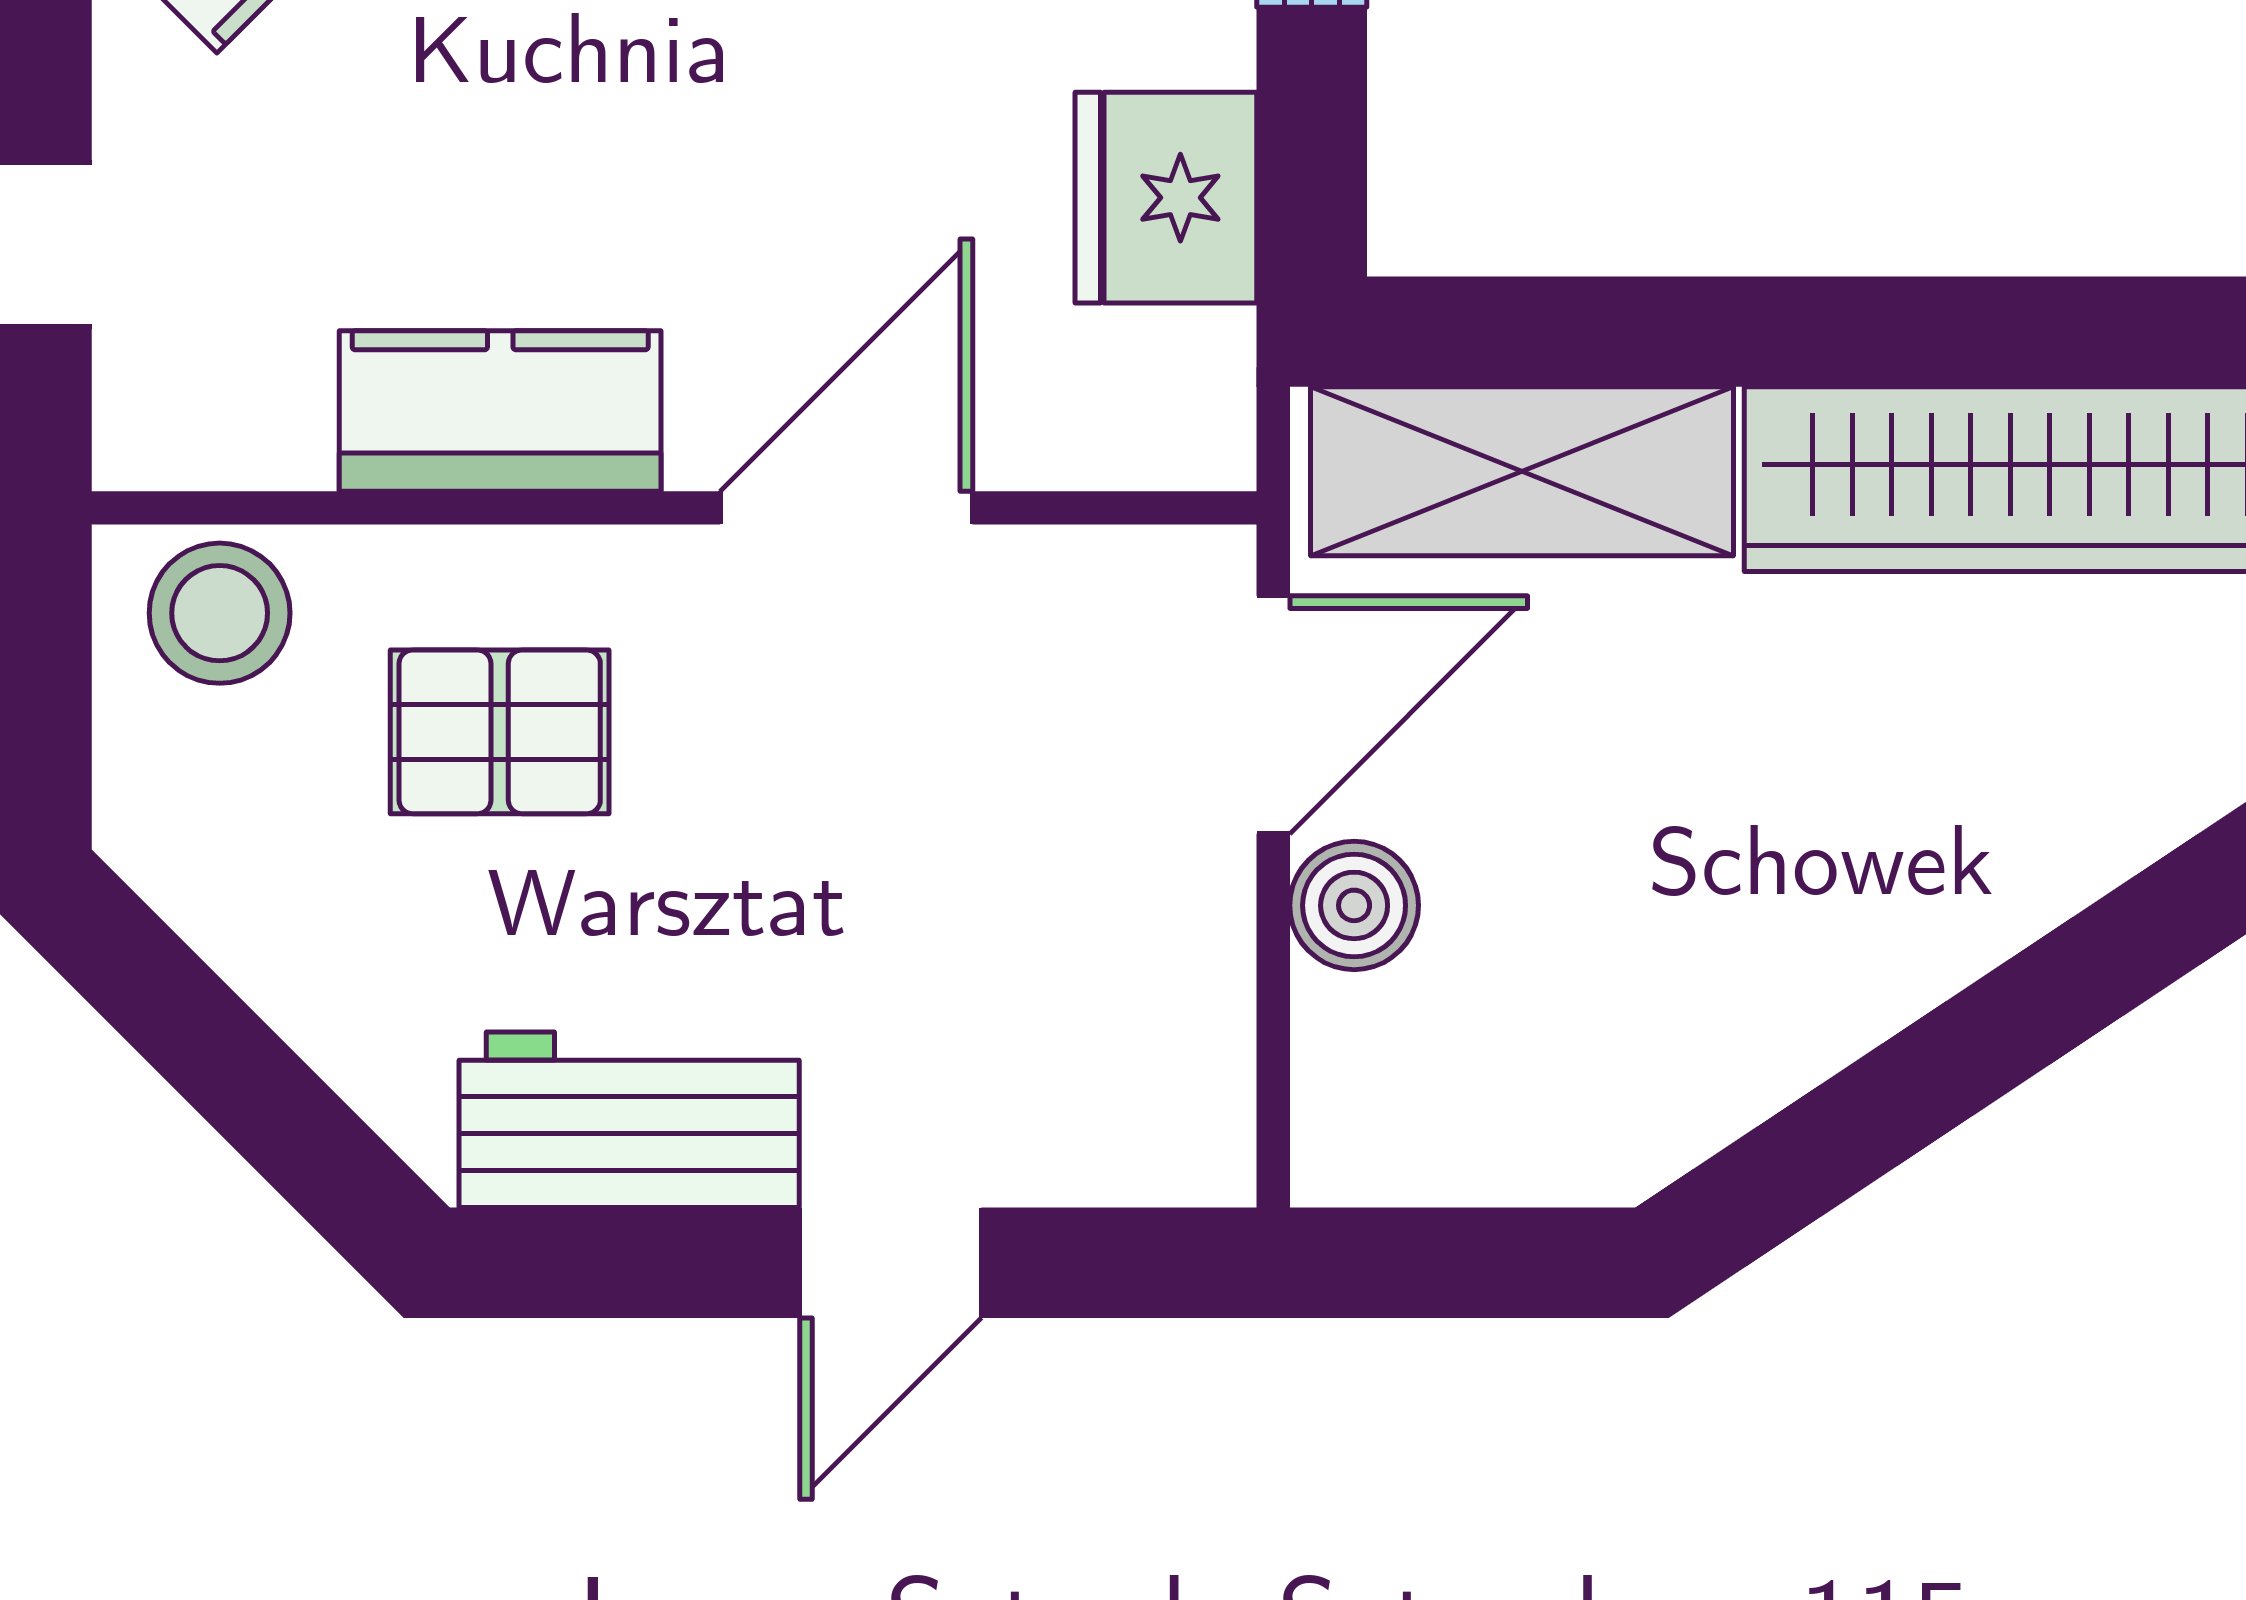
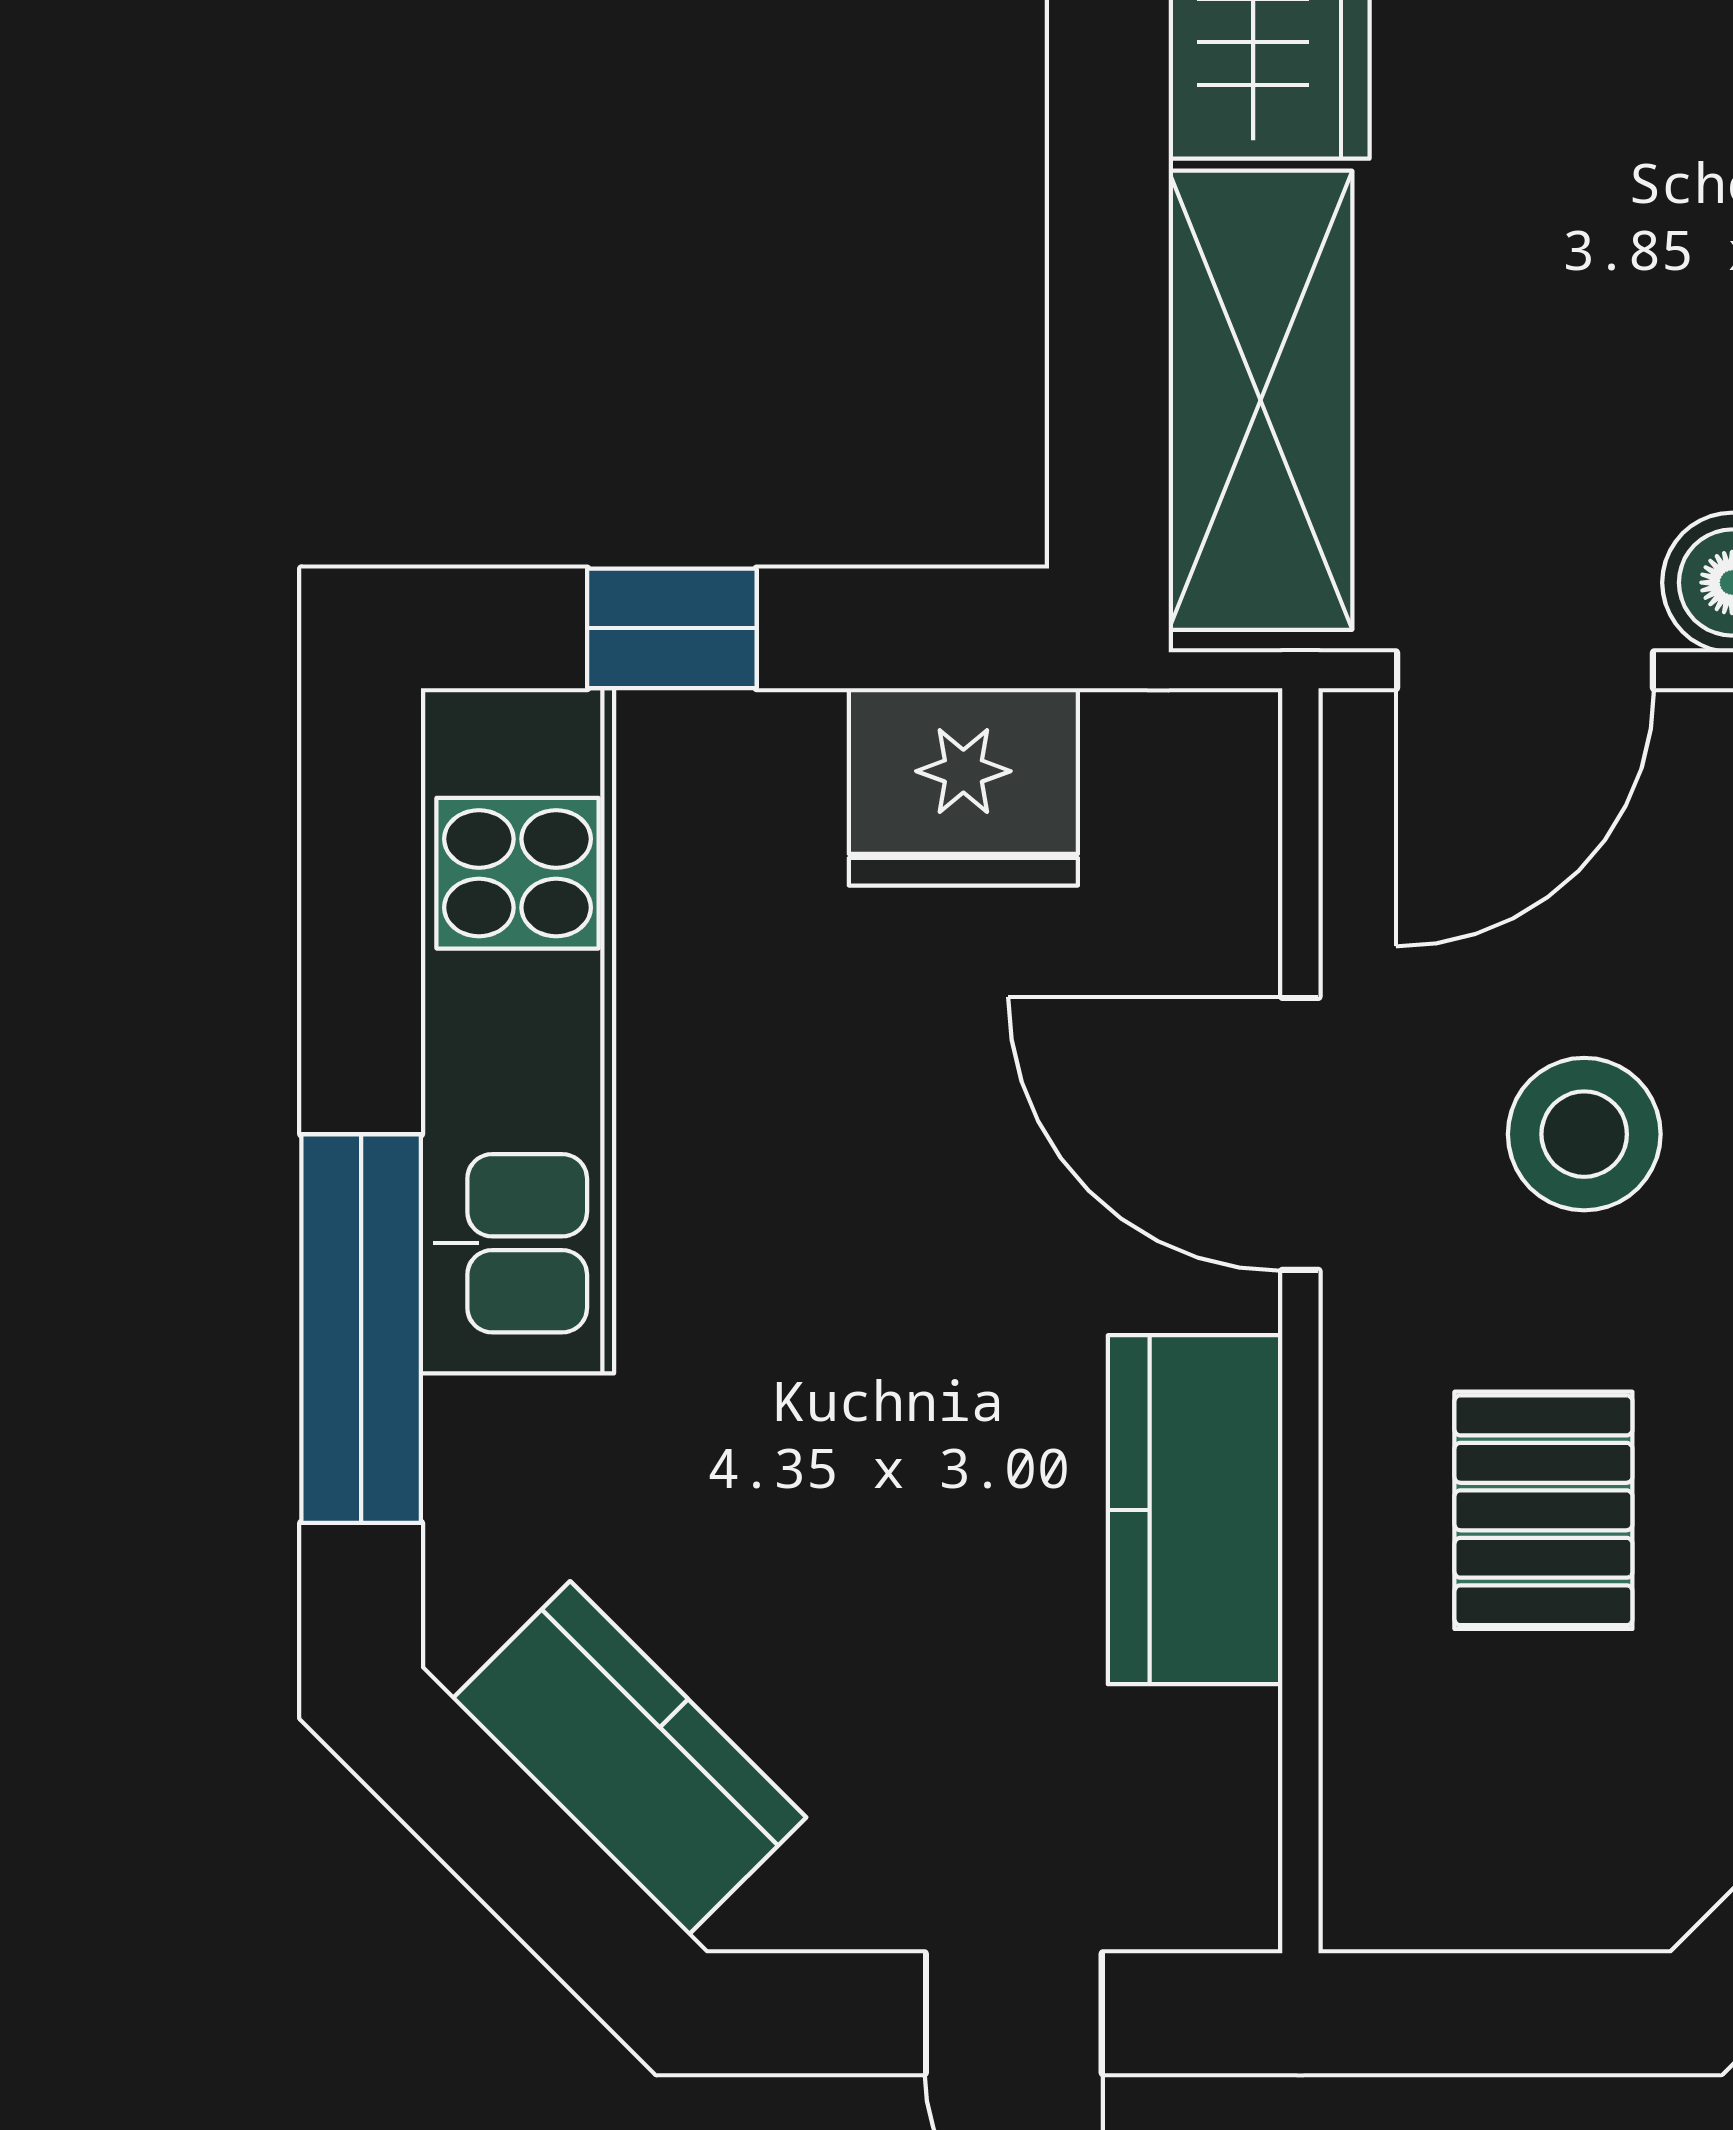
stool: (220, 613) -> (1584, 1134), moved
door: (1273, 715) -> (1525, 670), swing flipped

